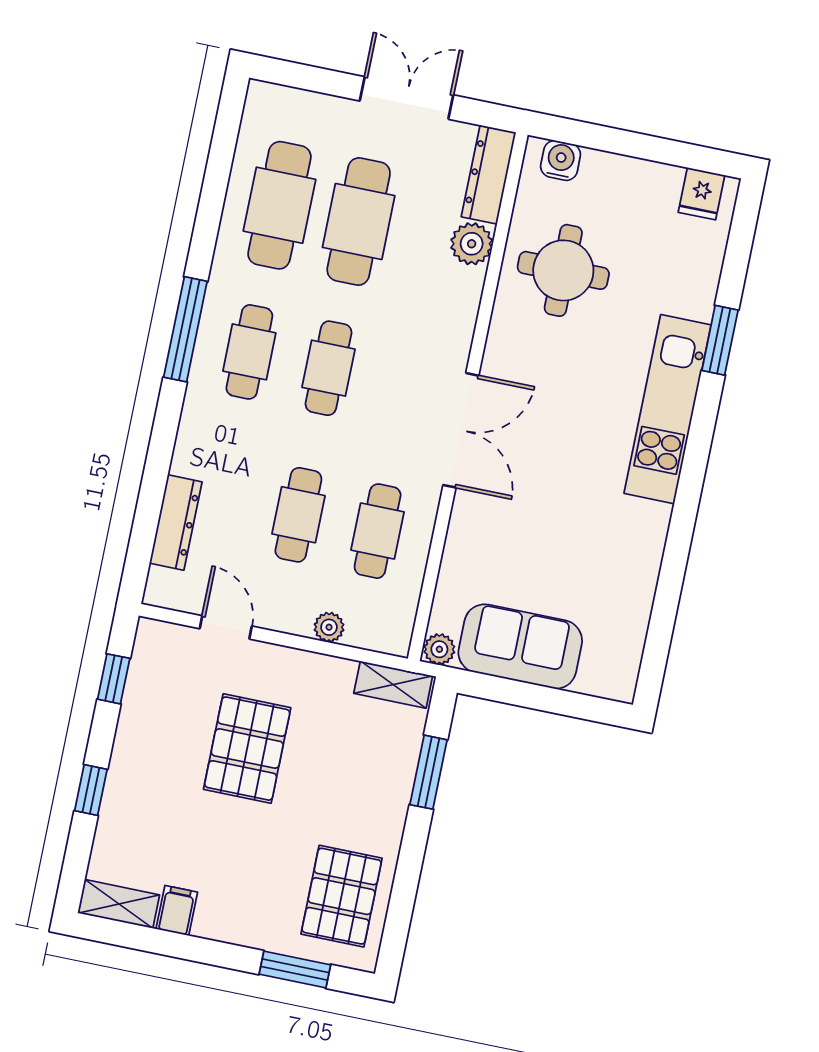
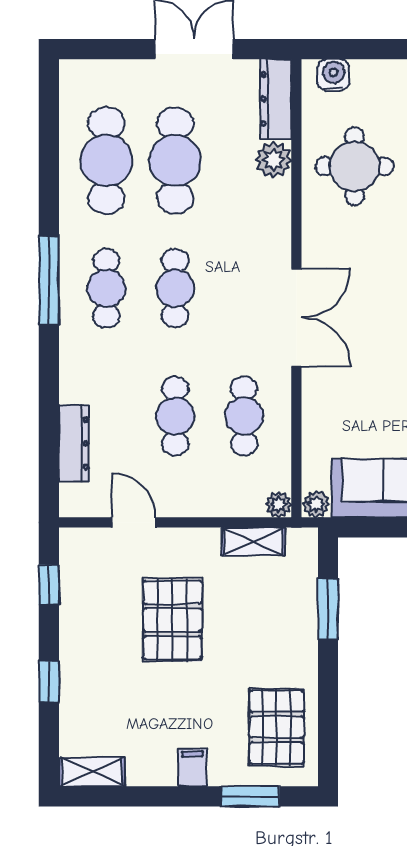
plant: (329, 627) -> (279, 505), moved
shelving: (393, 685) -> (253, 542), moved
filing cabinet: (177, 911) -> (192, 767), moved

